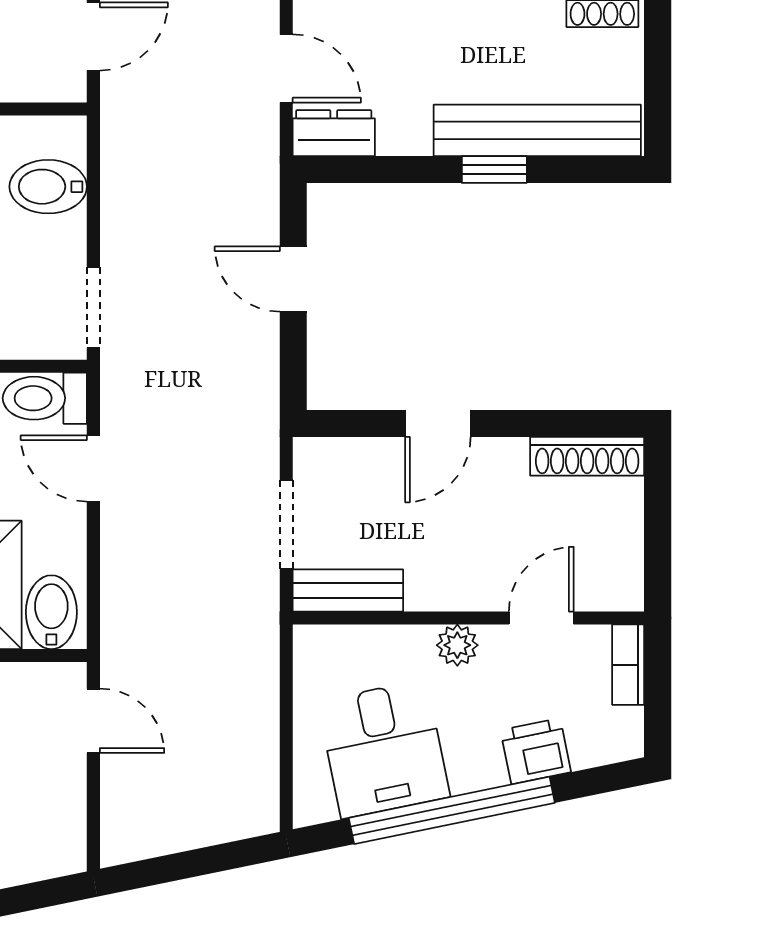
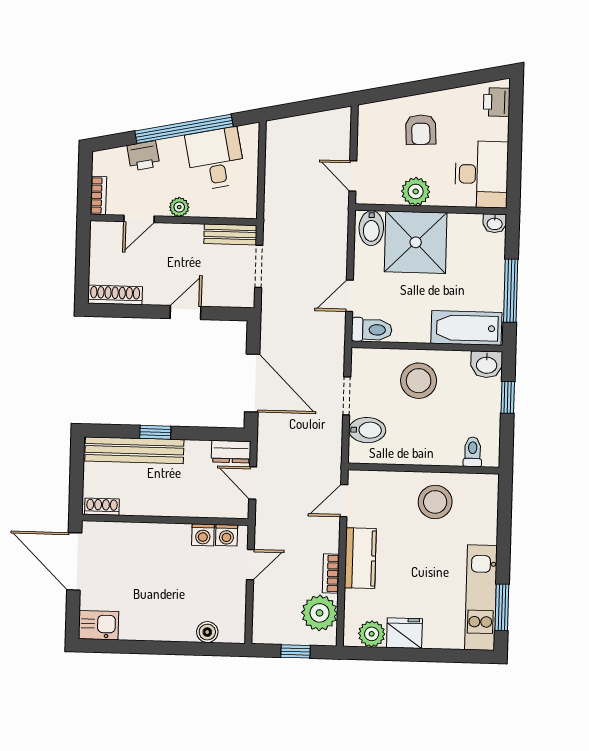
door: (293, 279) -> (252, 383), width x1.88
doorway: (93, 307) -> (347, 396), moved
door: (93, 468) -> (350, 296), swing flipped

